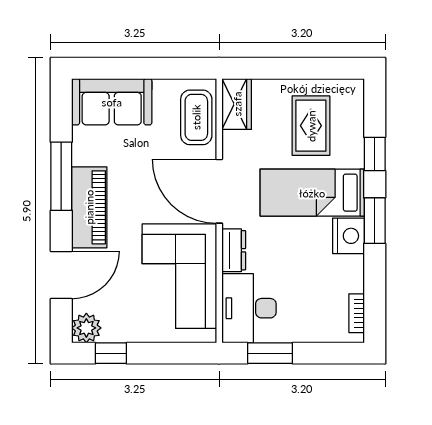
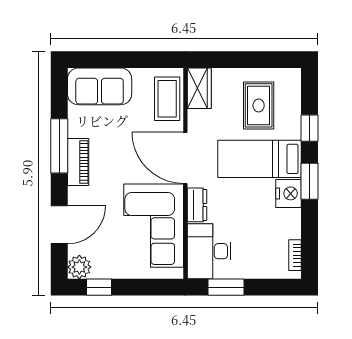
piano: (89, 207) -> (78, 162), width x0.73, depth x0.75

